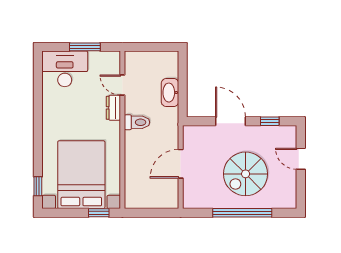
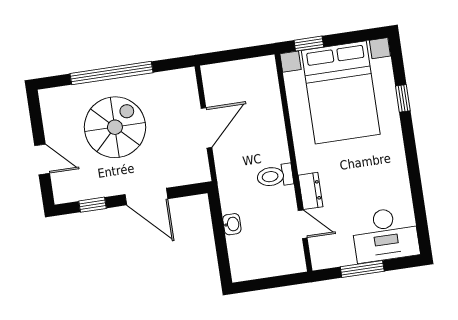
washbasin: (170, 93) -> (232, 224), width x0.52, depth x0.69
window: (38, 186) -> (403, 98), moved

